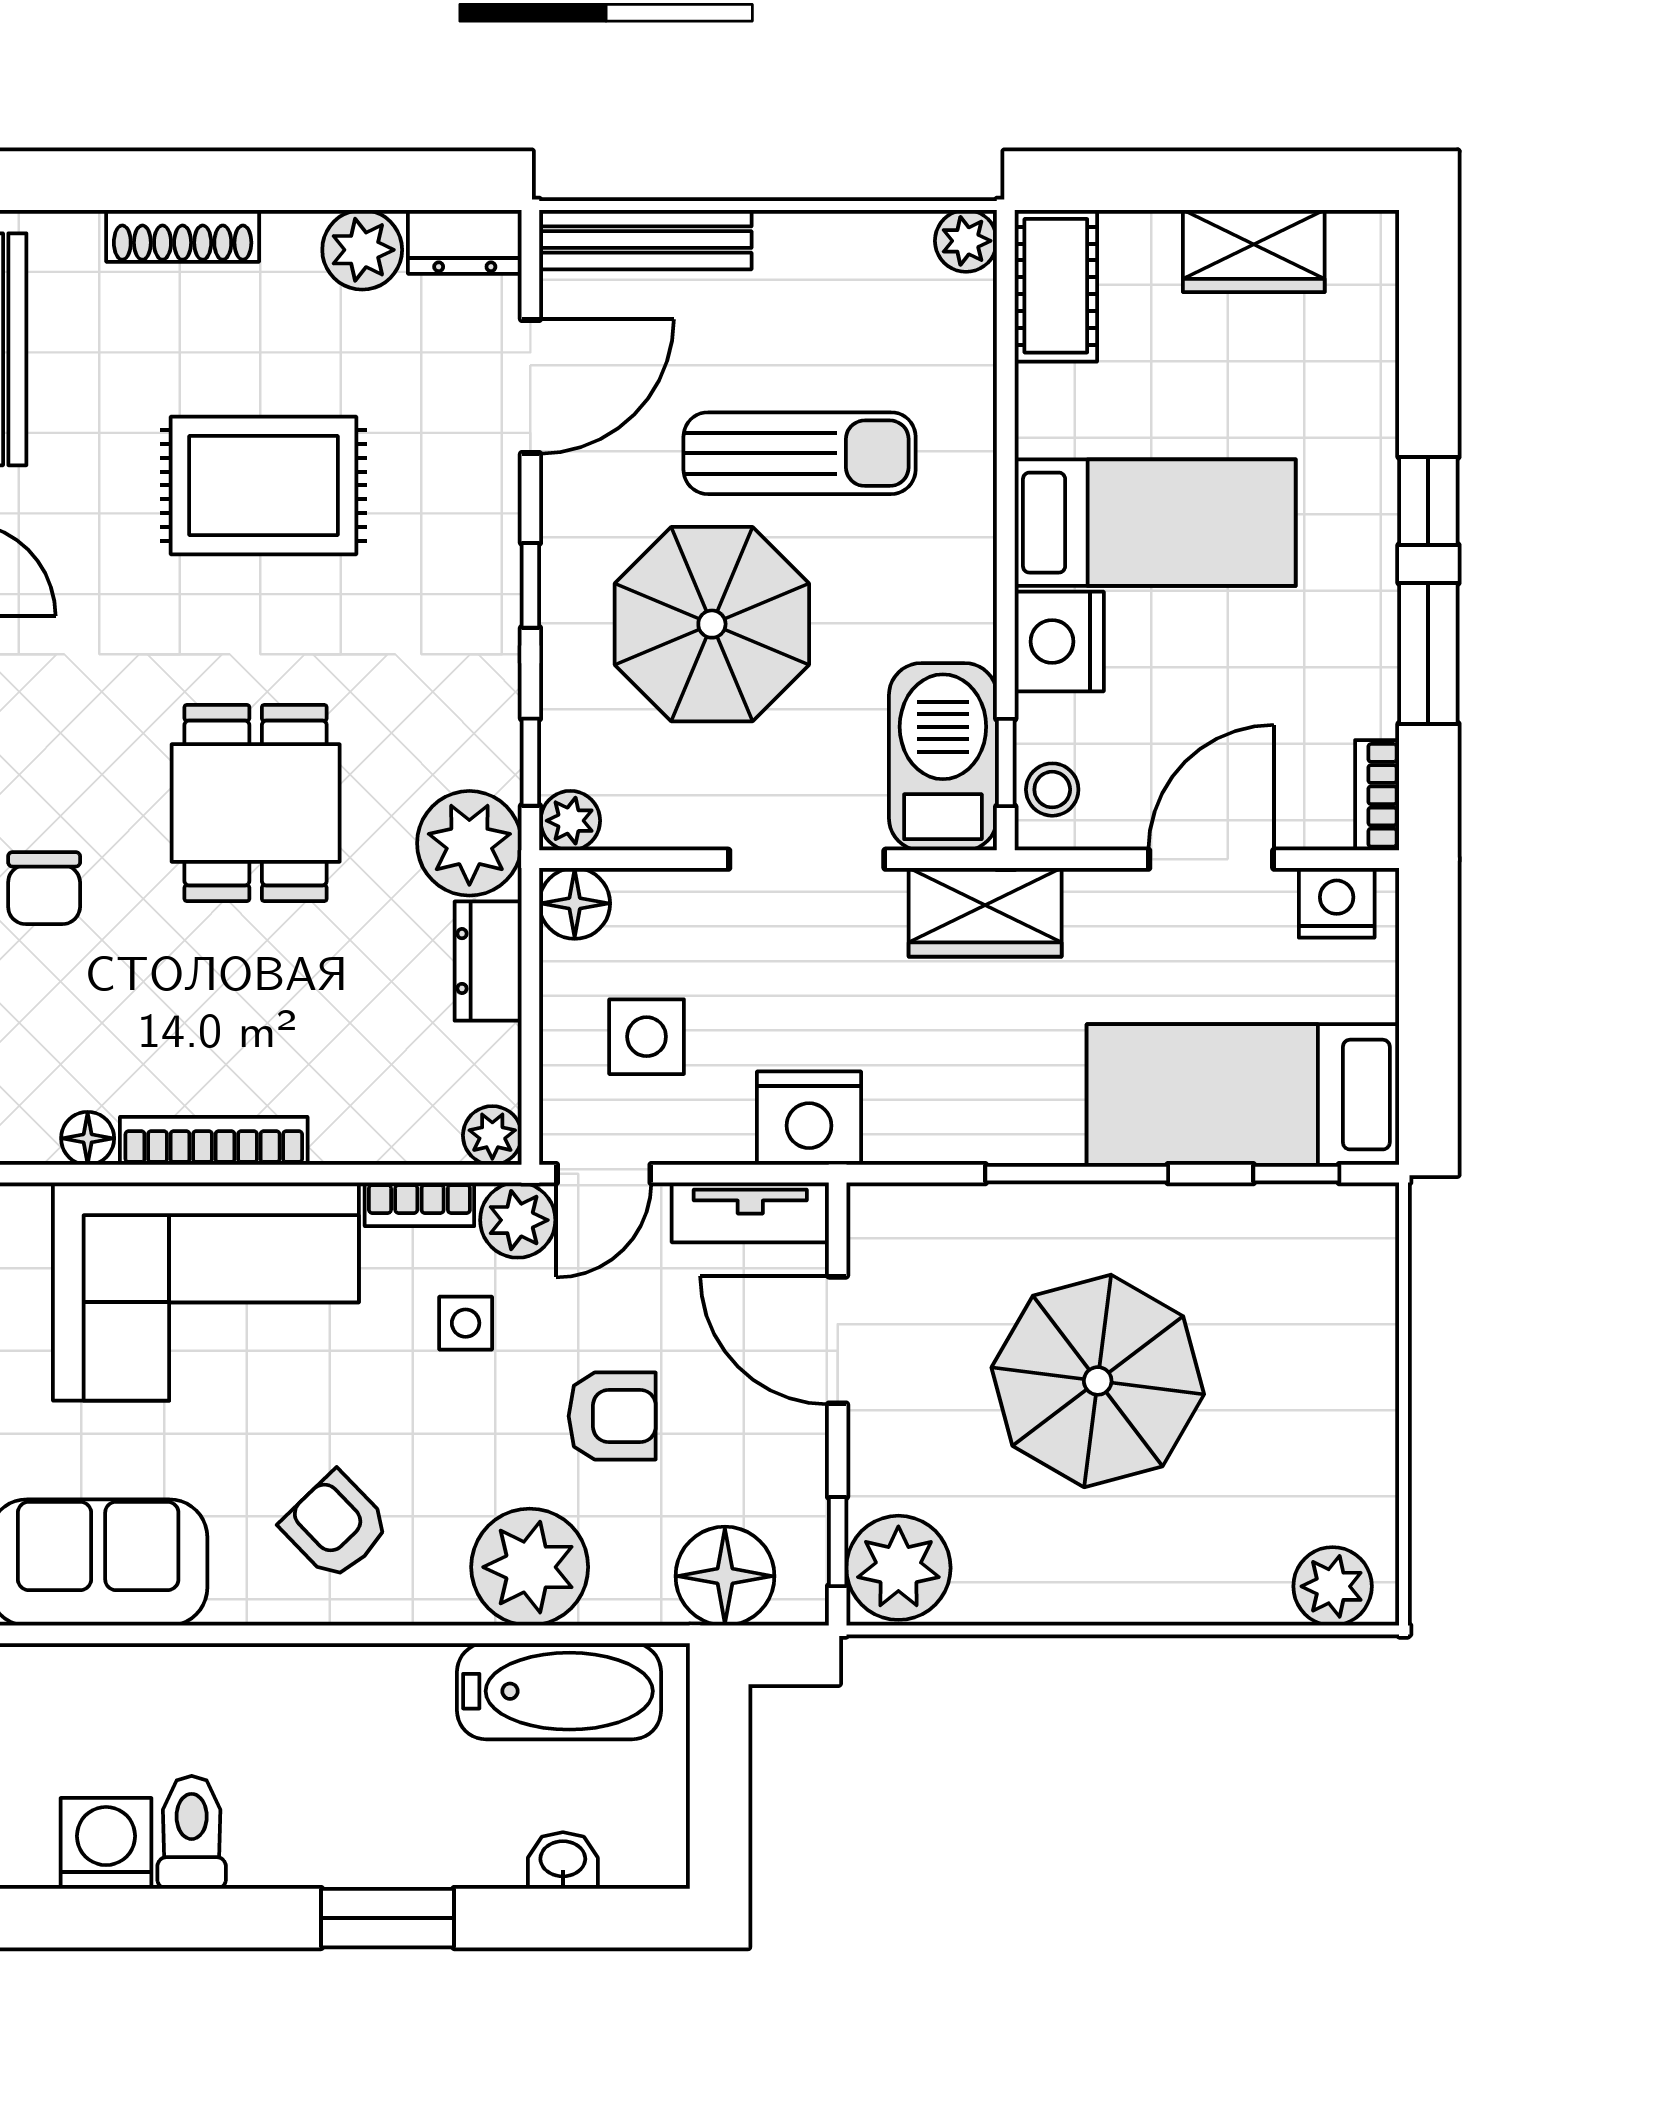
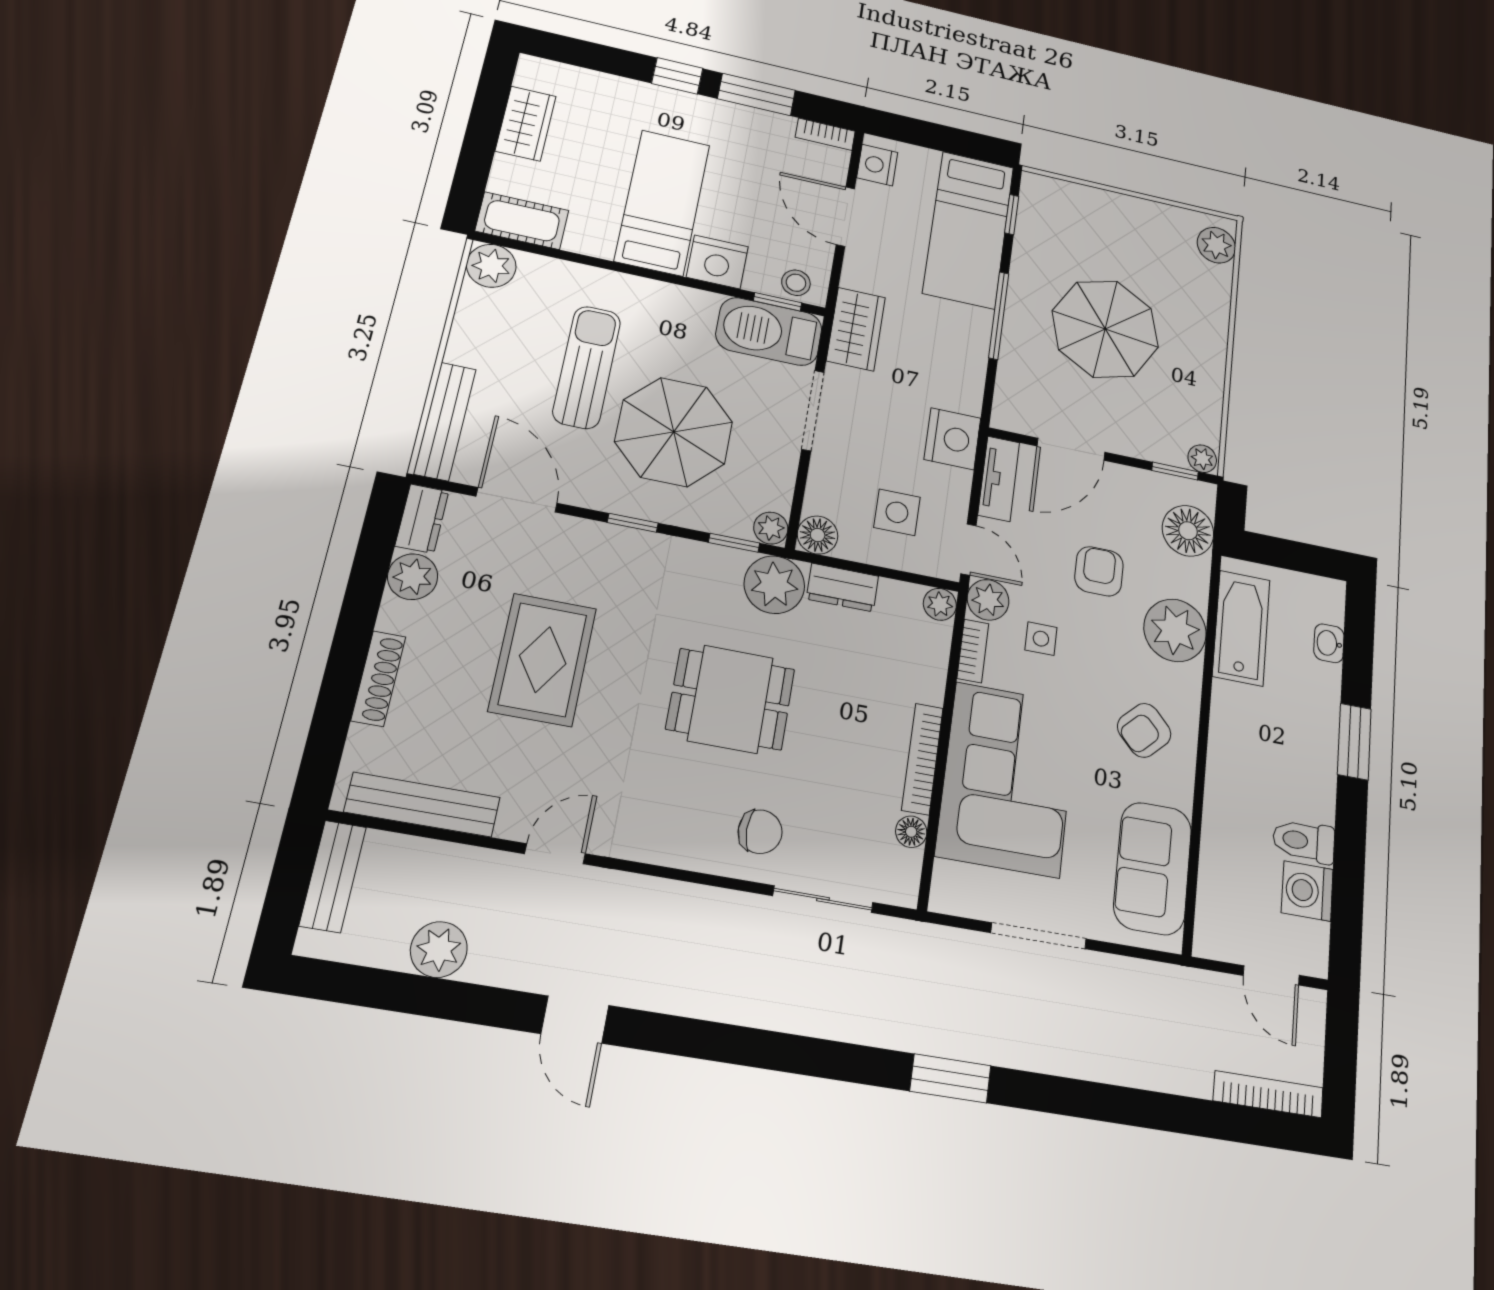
plant: (966, 241) -> (491, 266), width x1.38, depth x1.38
plant: (898, 1568) -> (1202, 459), width x0.53, depth x0.53

